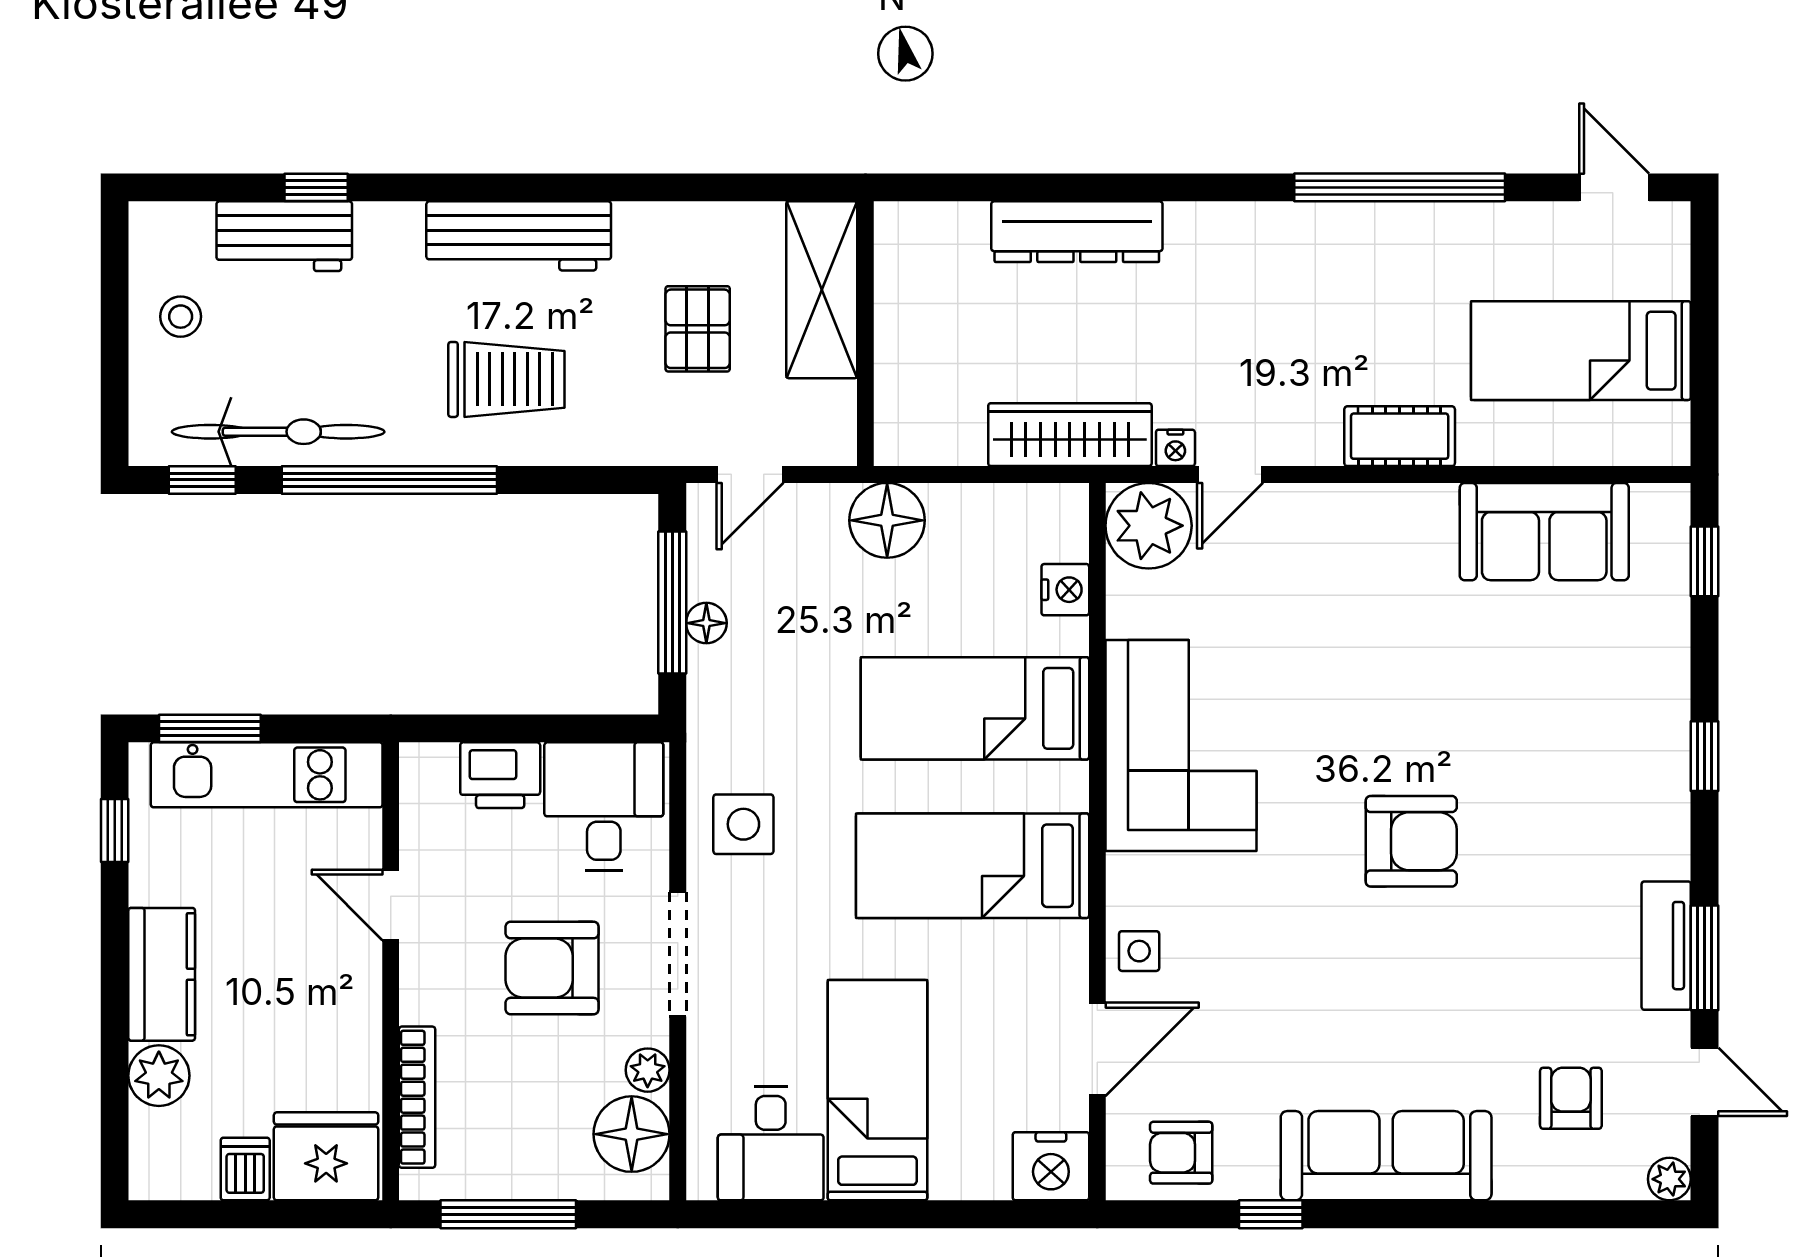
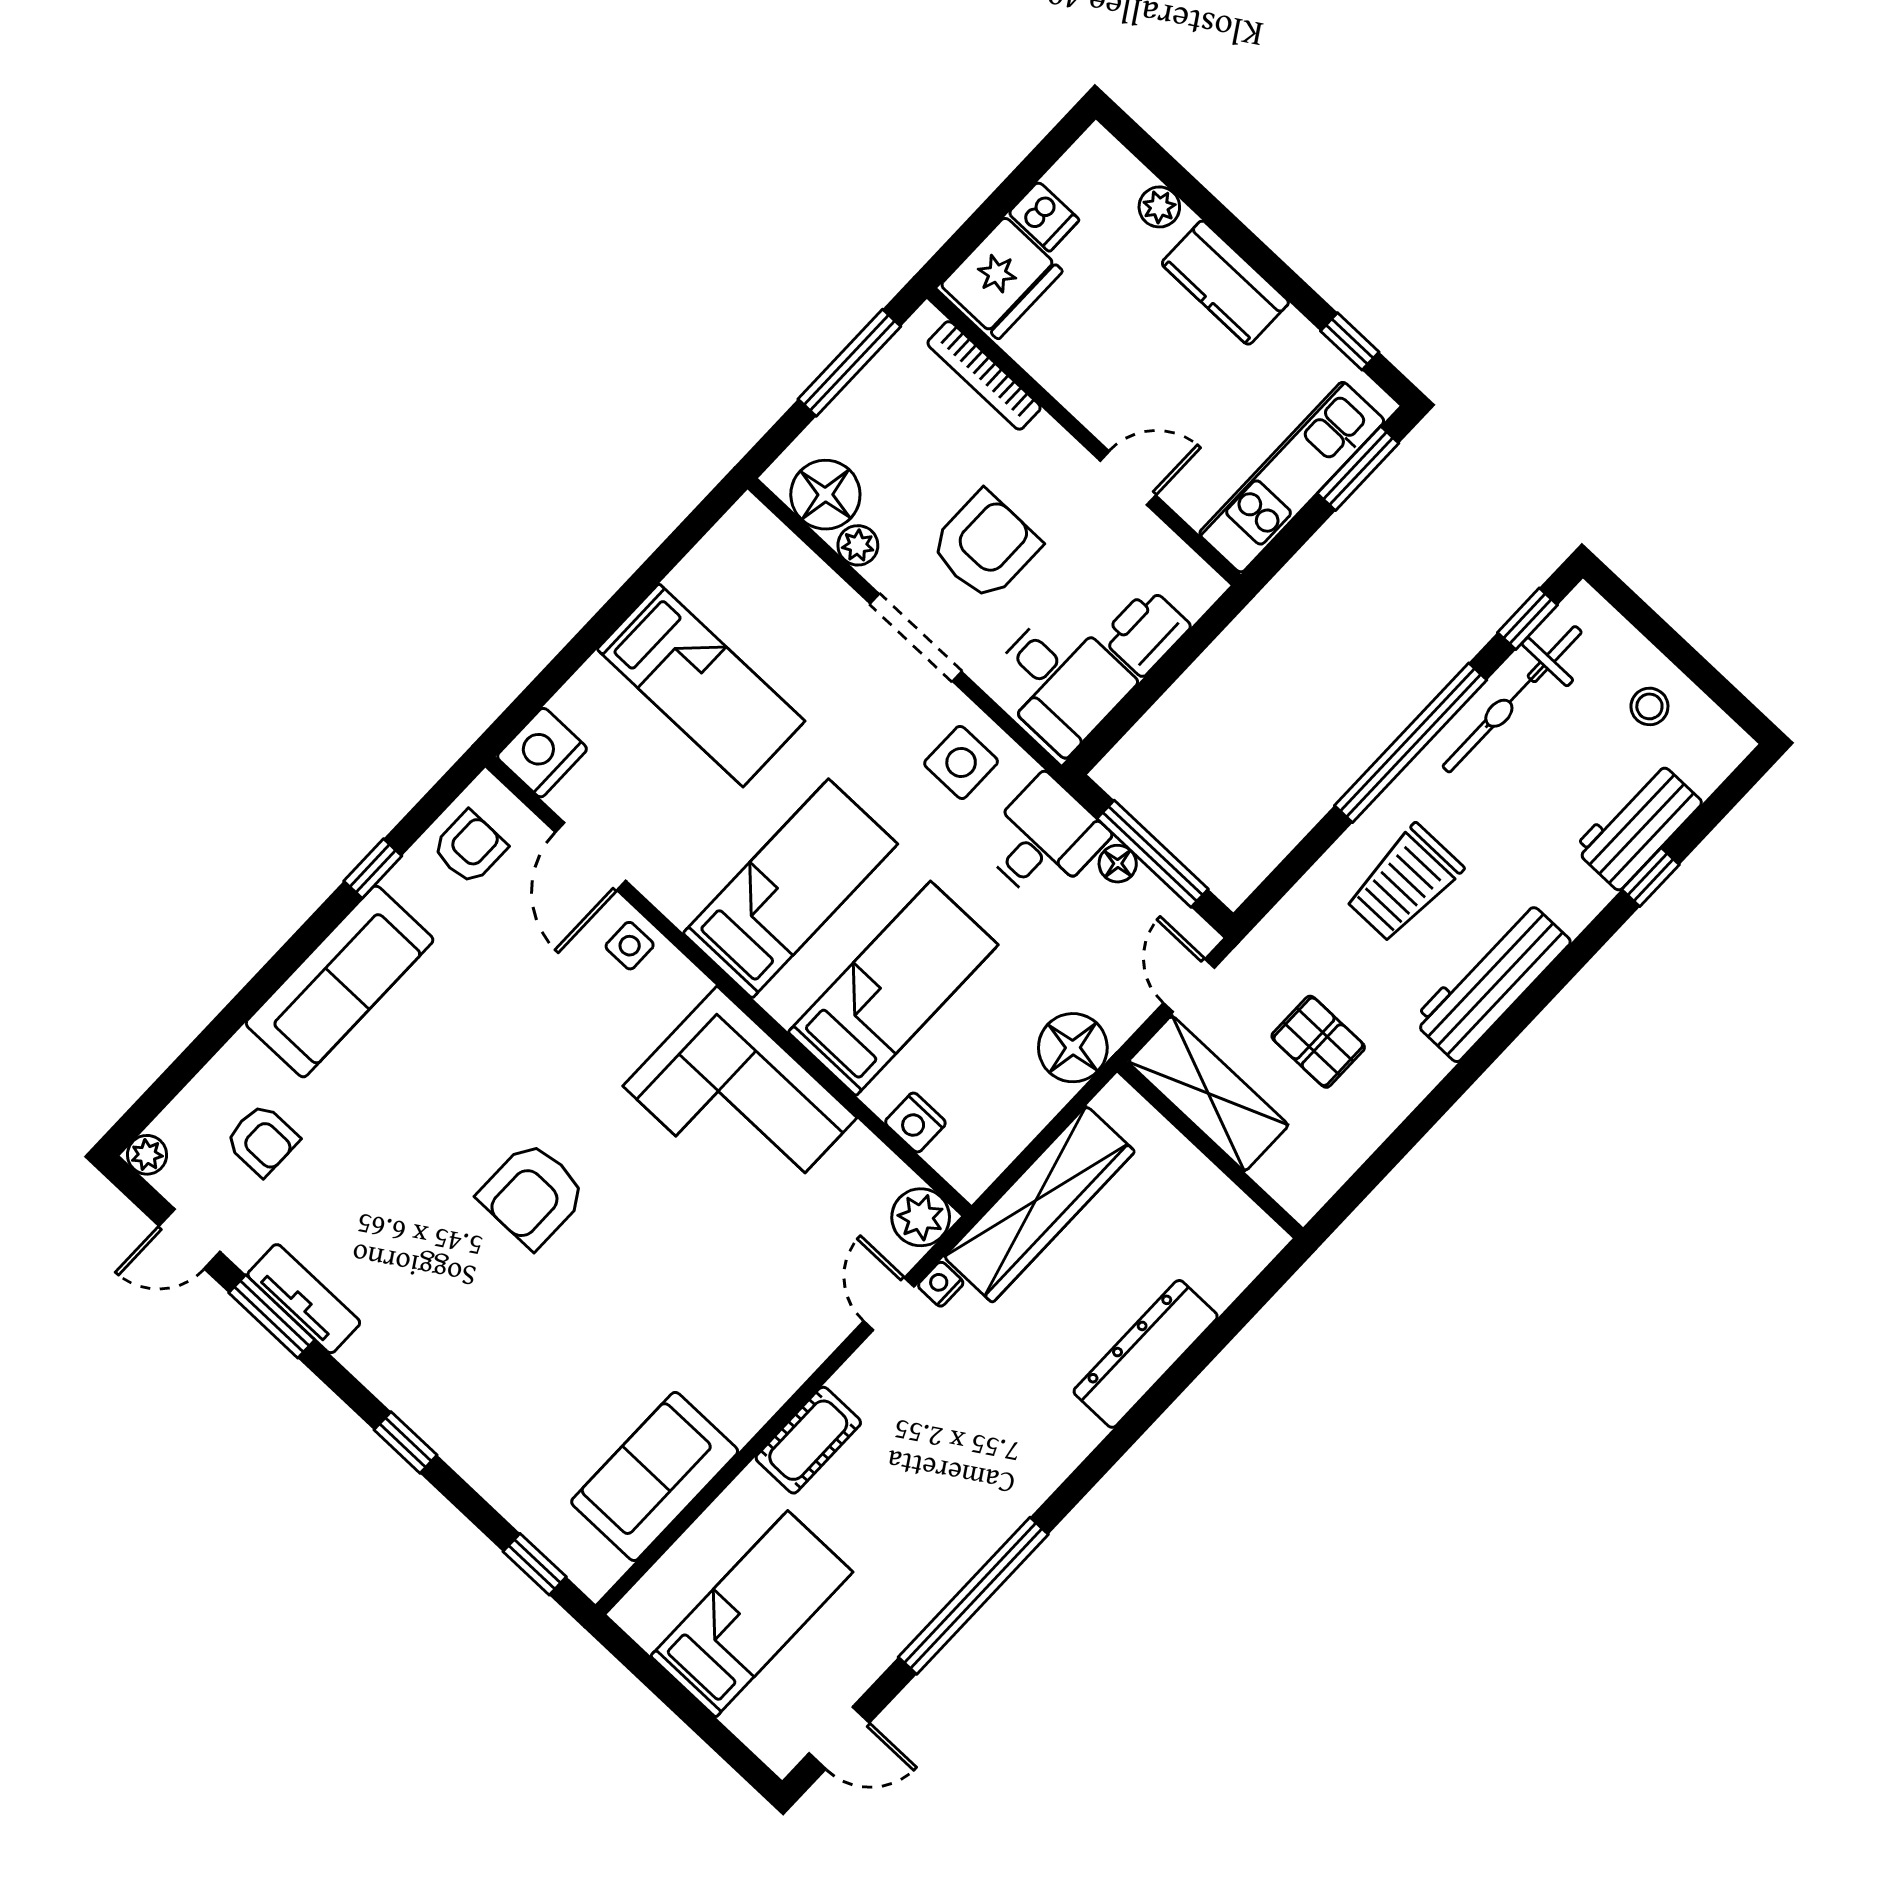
shelving: (822, 290) -> (1208, 1094), moved
wardrobe: (1070, 435) -> (1039, 1204), width x1.40, depth x1.17
plant: (1149, 526) -> (921, 1217), width x0.73, depth x0.73
plant: (159, 1076) -> (1159, 207), width x0.73, depth x0.73
desk: (771, 1144) -> (1044, 839), moved, turned 90

